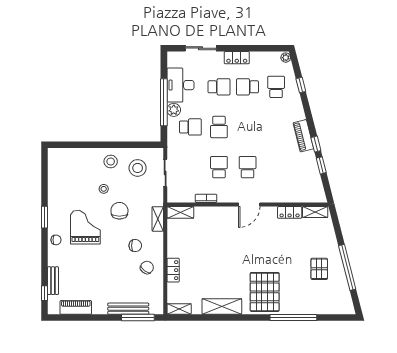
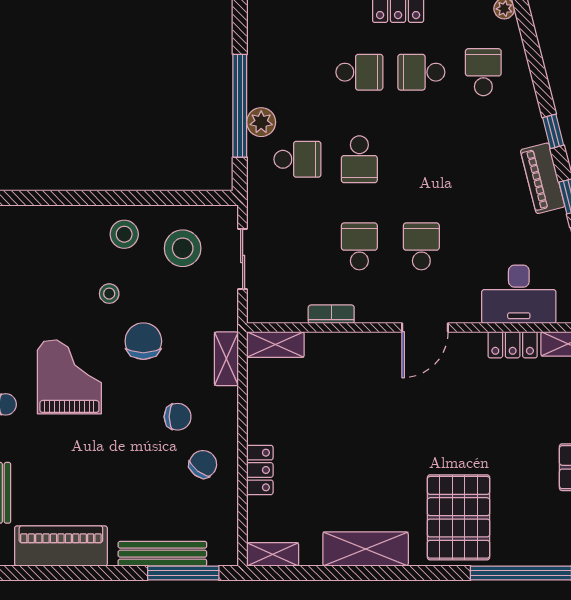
desk: (181, 85) -> (519, 294), moved, turned -90
window: (301, 85) -> (553, 131), moved
piano: (76, 307) -> (61, 546), width x1.37, depth x1.33

